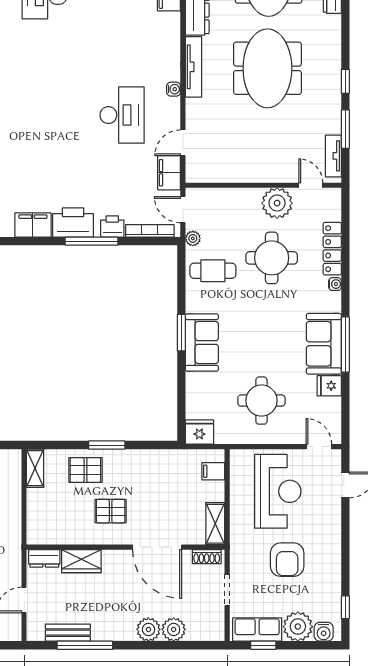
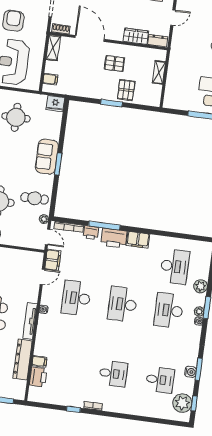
desk: (44, 115) -> (122, 304), added
shelving: (35, 468) -> (159, 72), moved
pallet: (85, 470) -> (126, 90), turned 90

